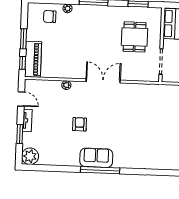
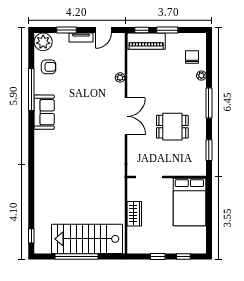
dining table: (135, 37) -> (172, 127), moved
armchair: (80, 124) -> (49, 67), moved
window: (100, 170) -> (31, 89), moved

